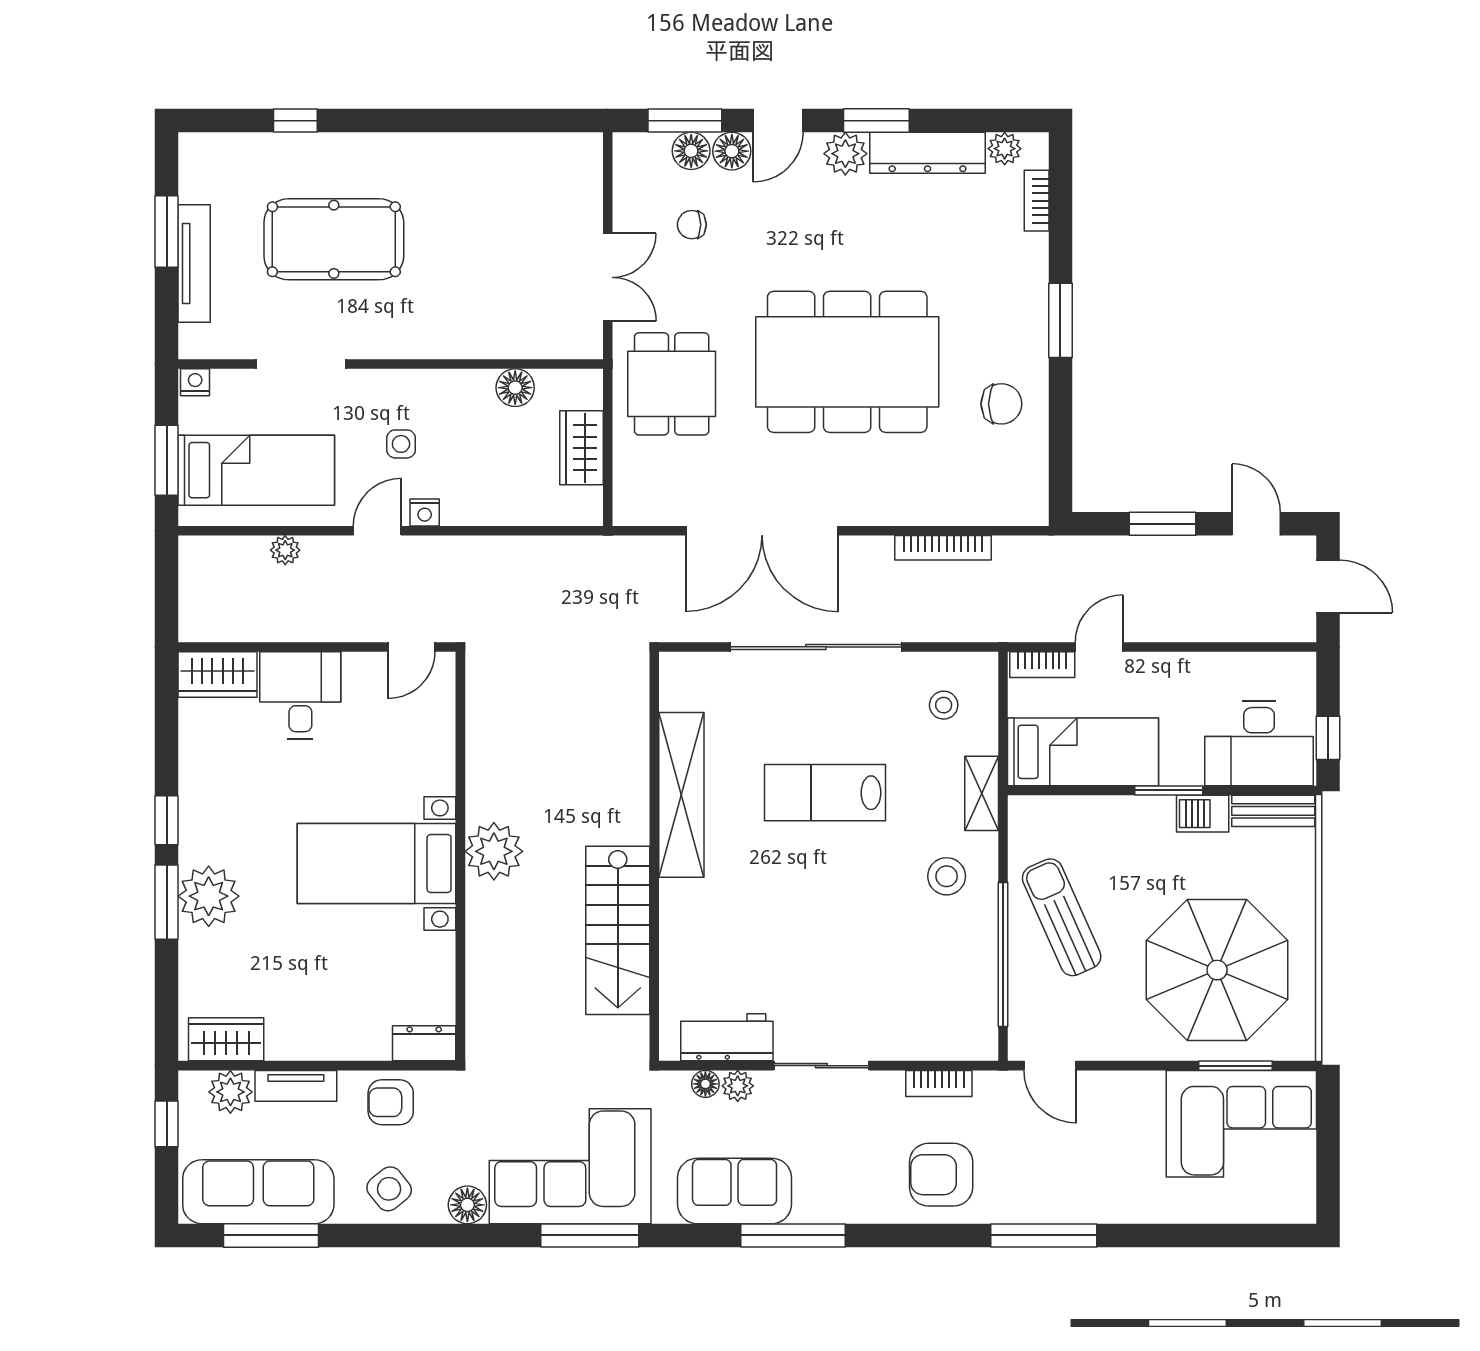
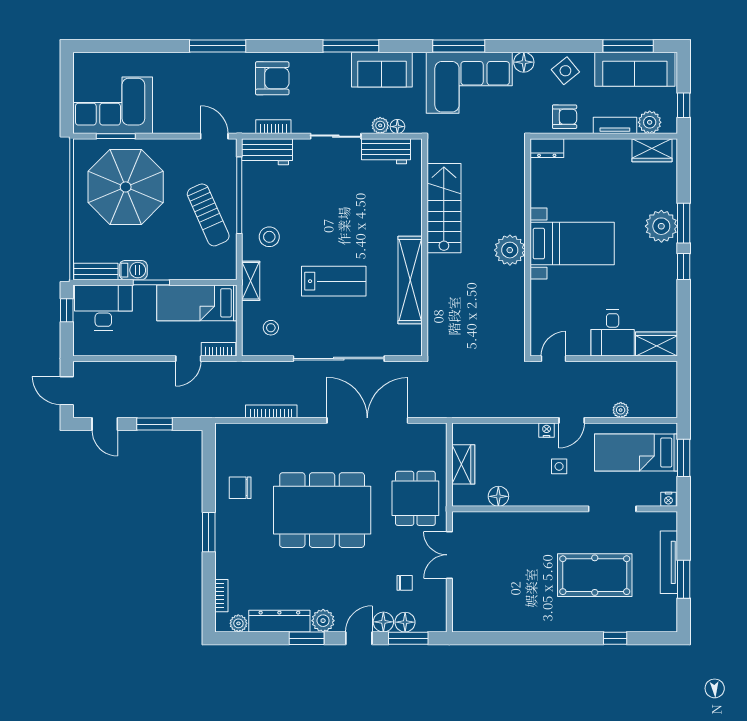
workbench: (951, 1036) -> (267, 152), added

